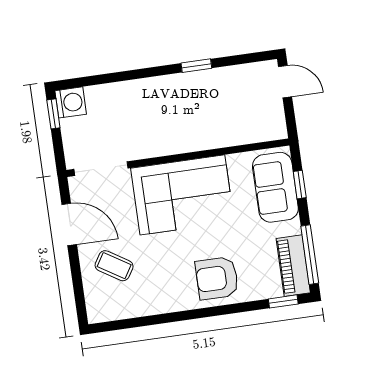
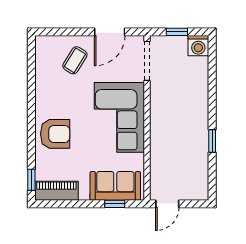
door: (285, 82) -> (167, 204), moved
window: (53, 114) -> (177, 32), moved
window: (310, 255) -> (63, 204), removed
armchair: (217, 278) -> (55, 134), turned 90

